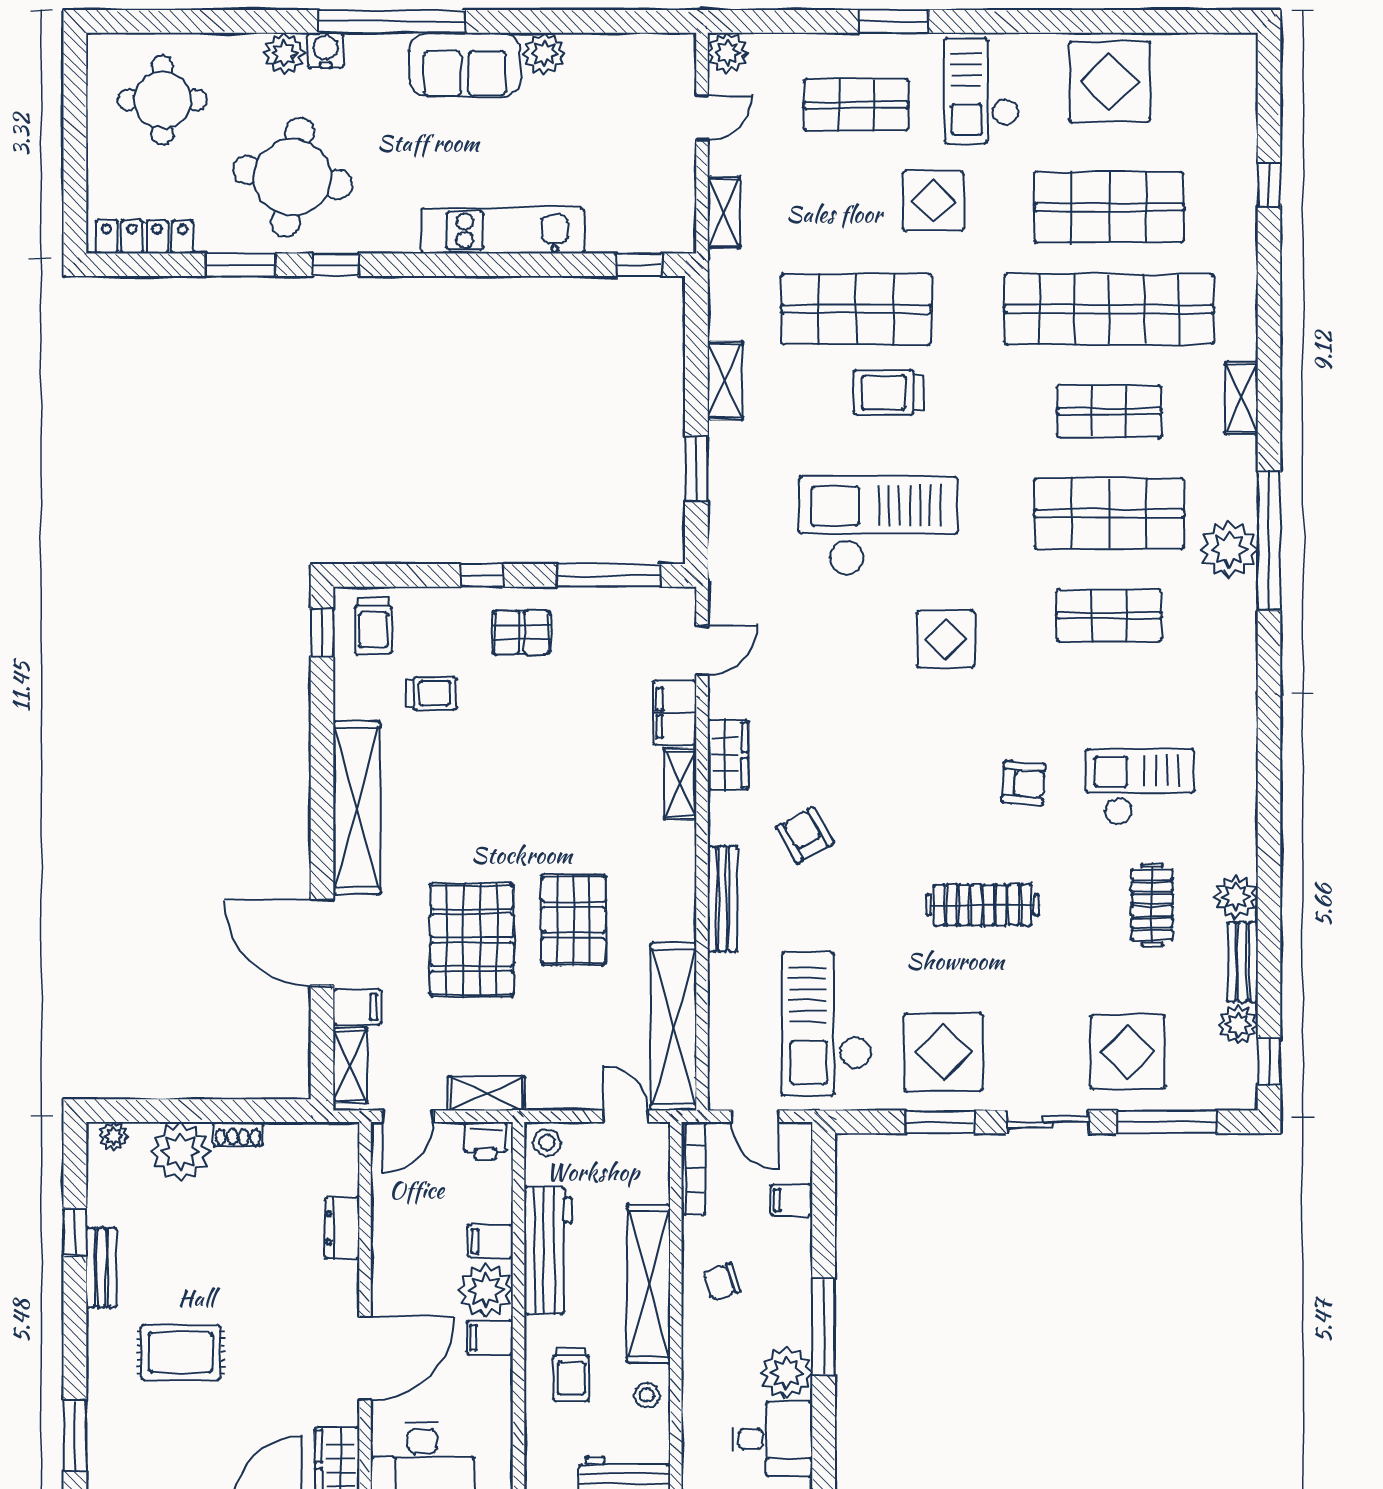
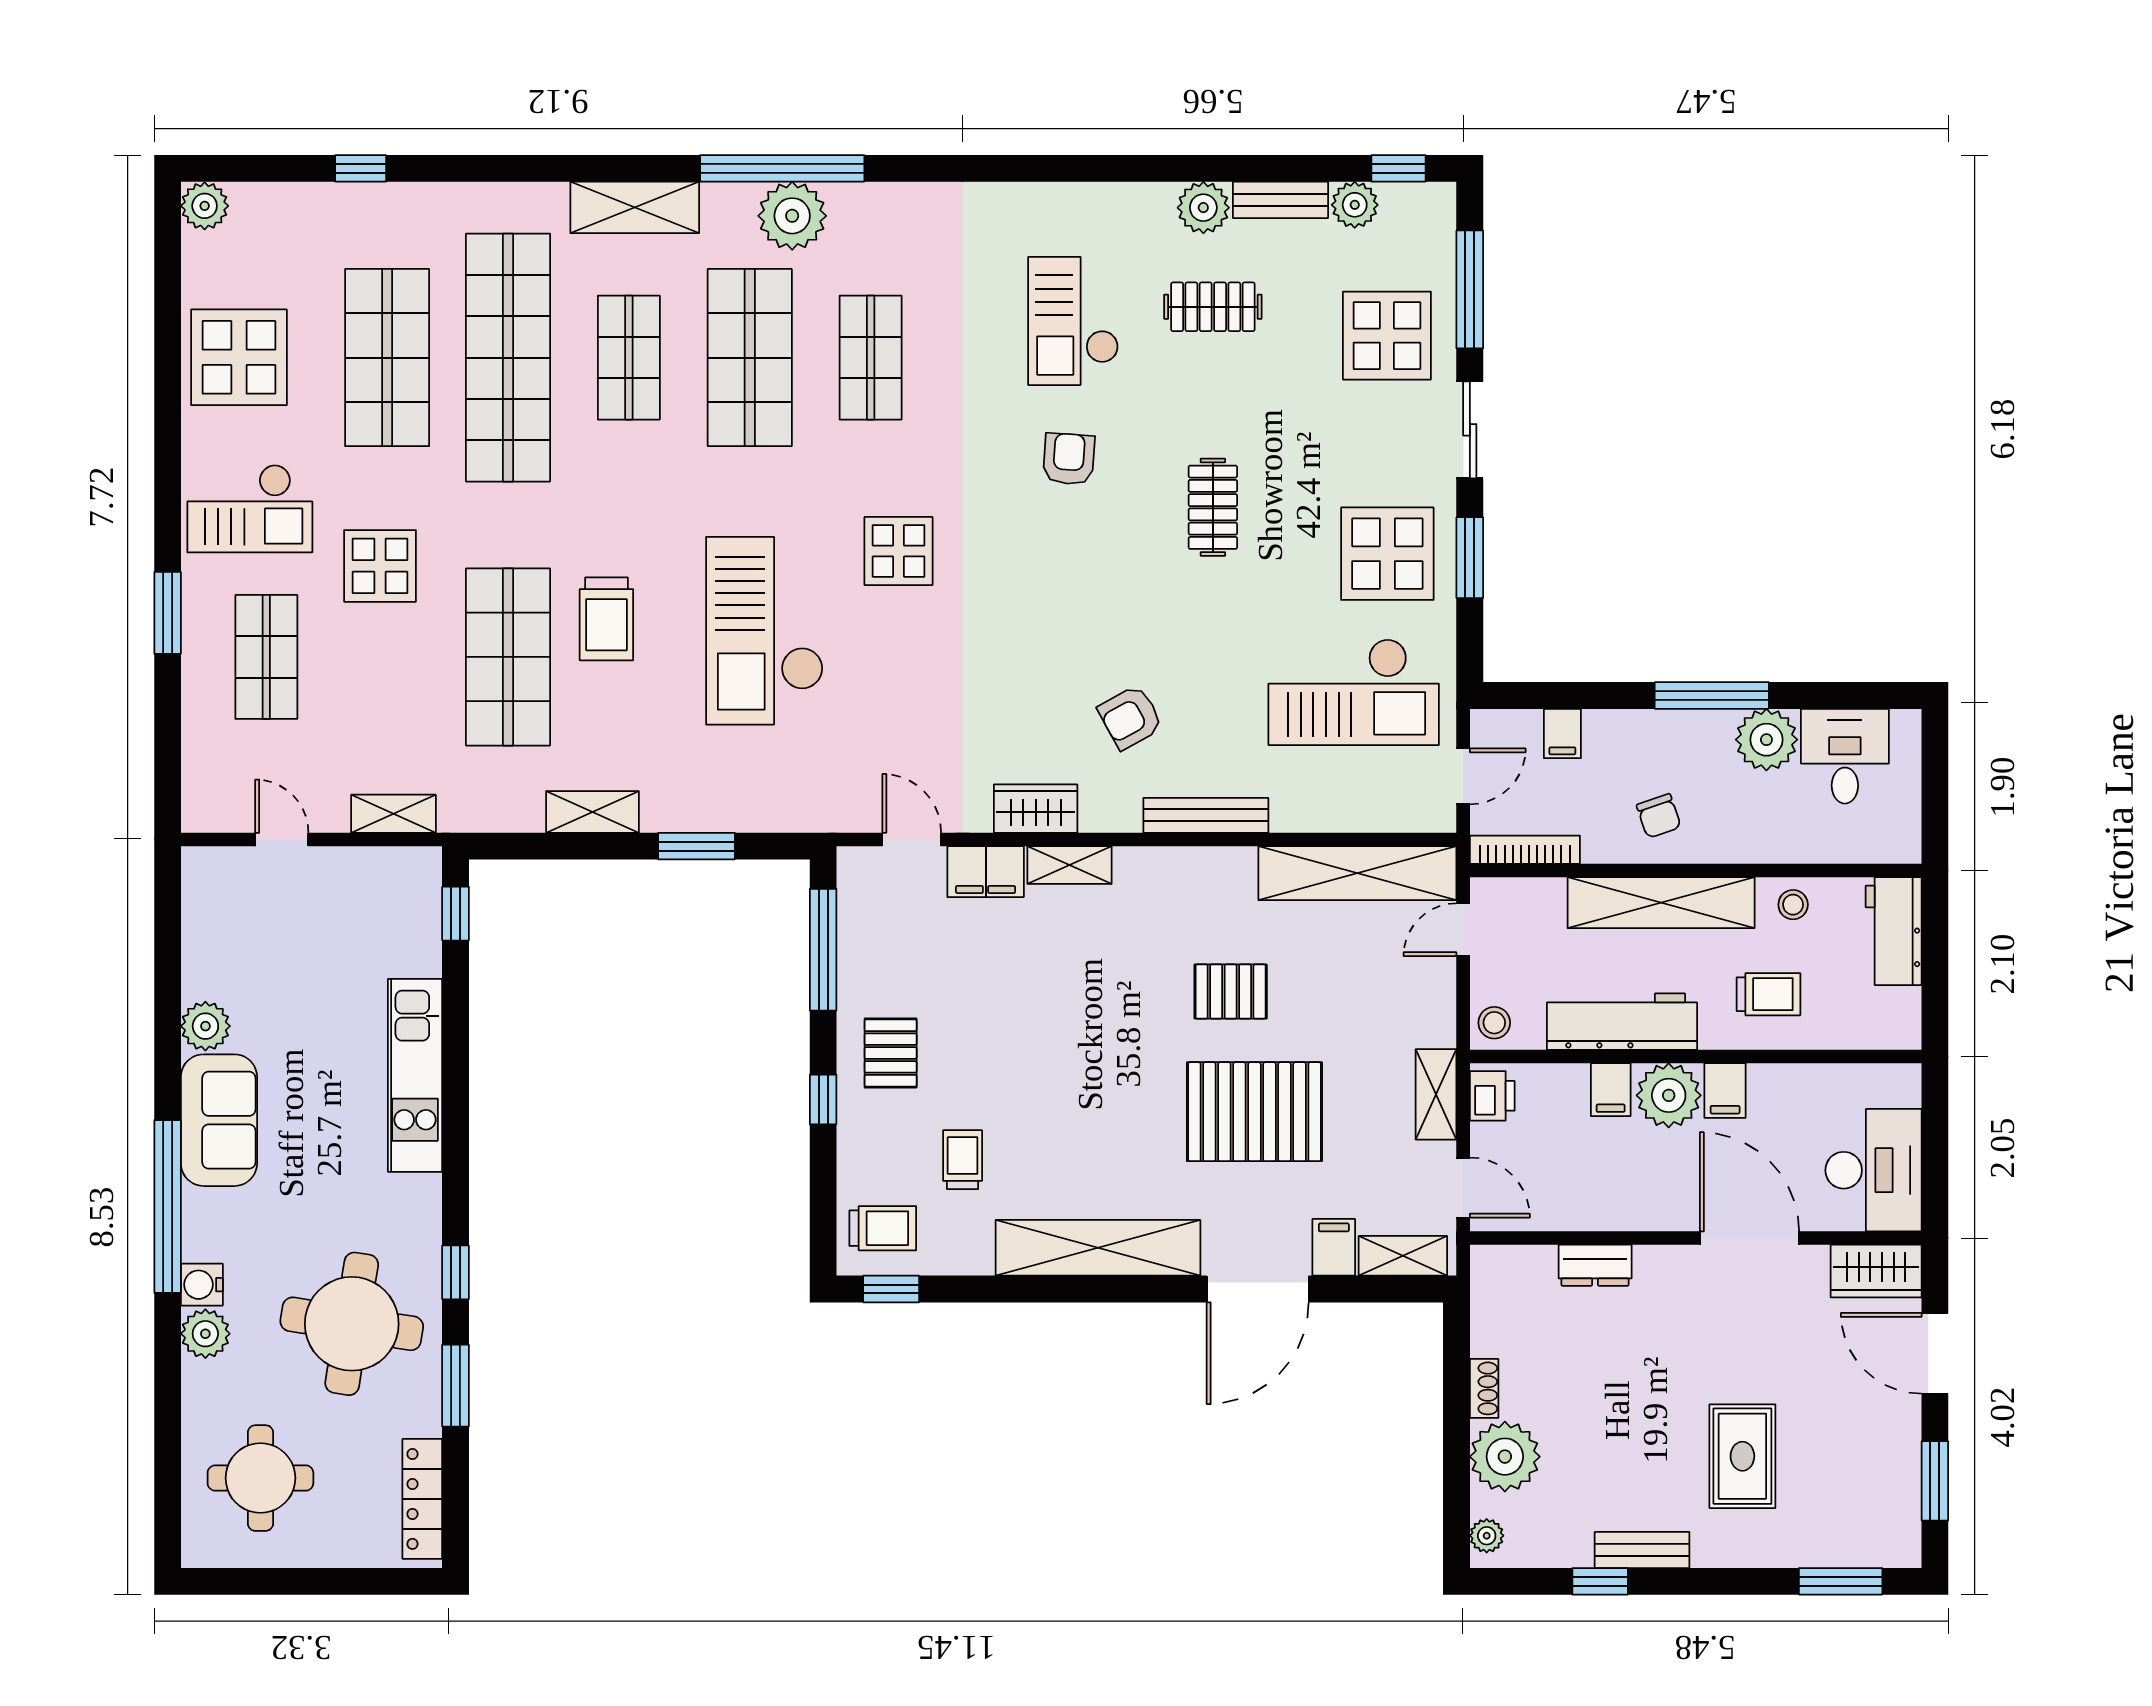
plant: (728, 53) -> (205, 206), moved
shelving: (1241, 398) -> (635, 207), width x1.50, depth x1.33
clothes rail: (983, 905) -> (1213, 507), width x0.73
pallet: (573, 920) -> (1231, 992), width x0.67, depth x0.71

